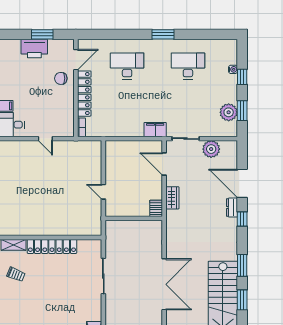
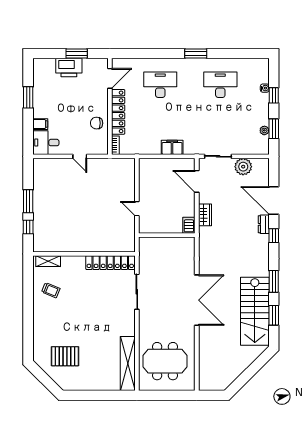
chair: (61, 78) -> (97, 123), moved
plant: (229, 112) -> (264, 130), width x0.53, depth x0.53
filing cabinet: (155, 130) -> (172, 147), moved
locker: (52, 246) -> (110, 263), moved

